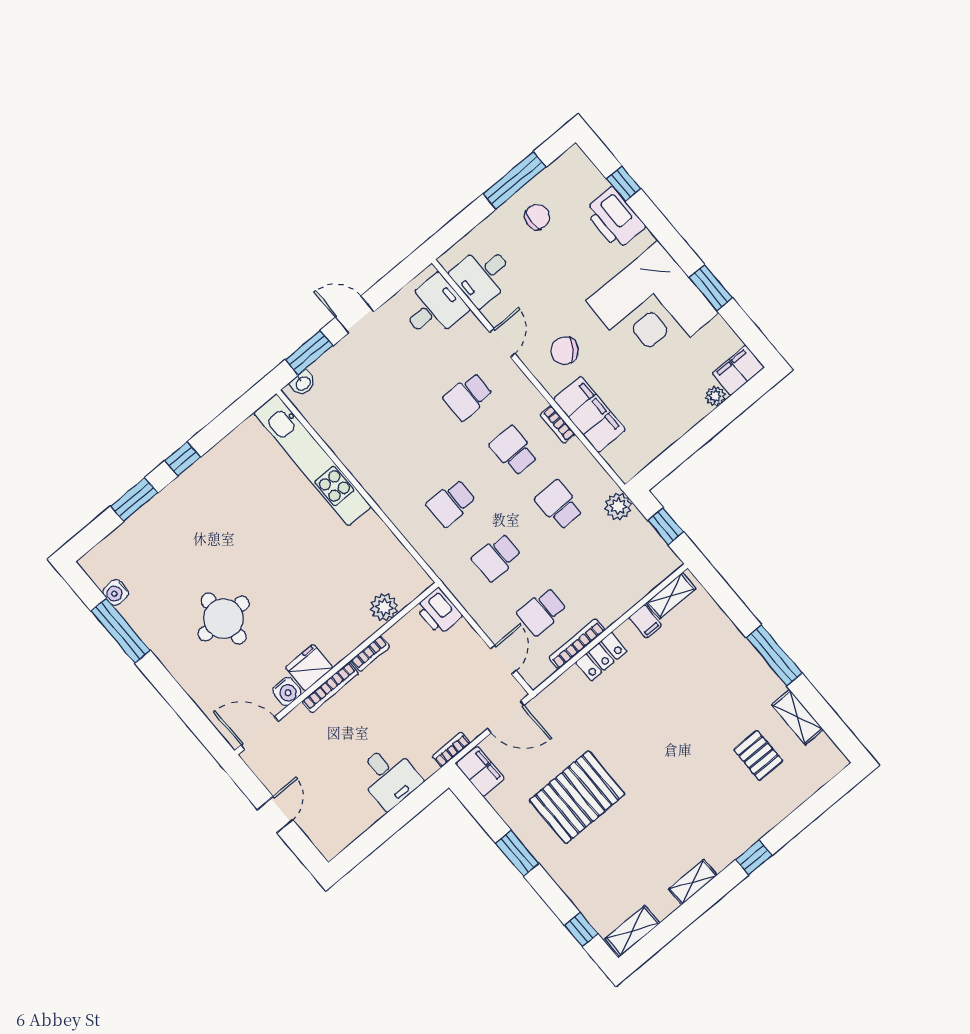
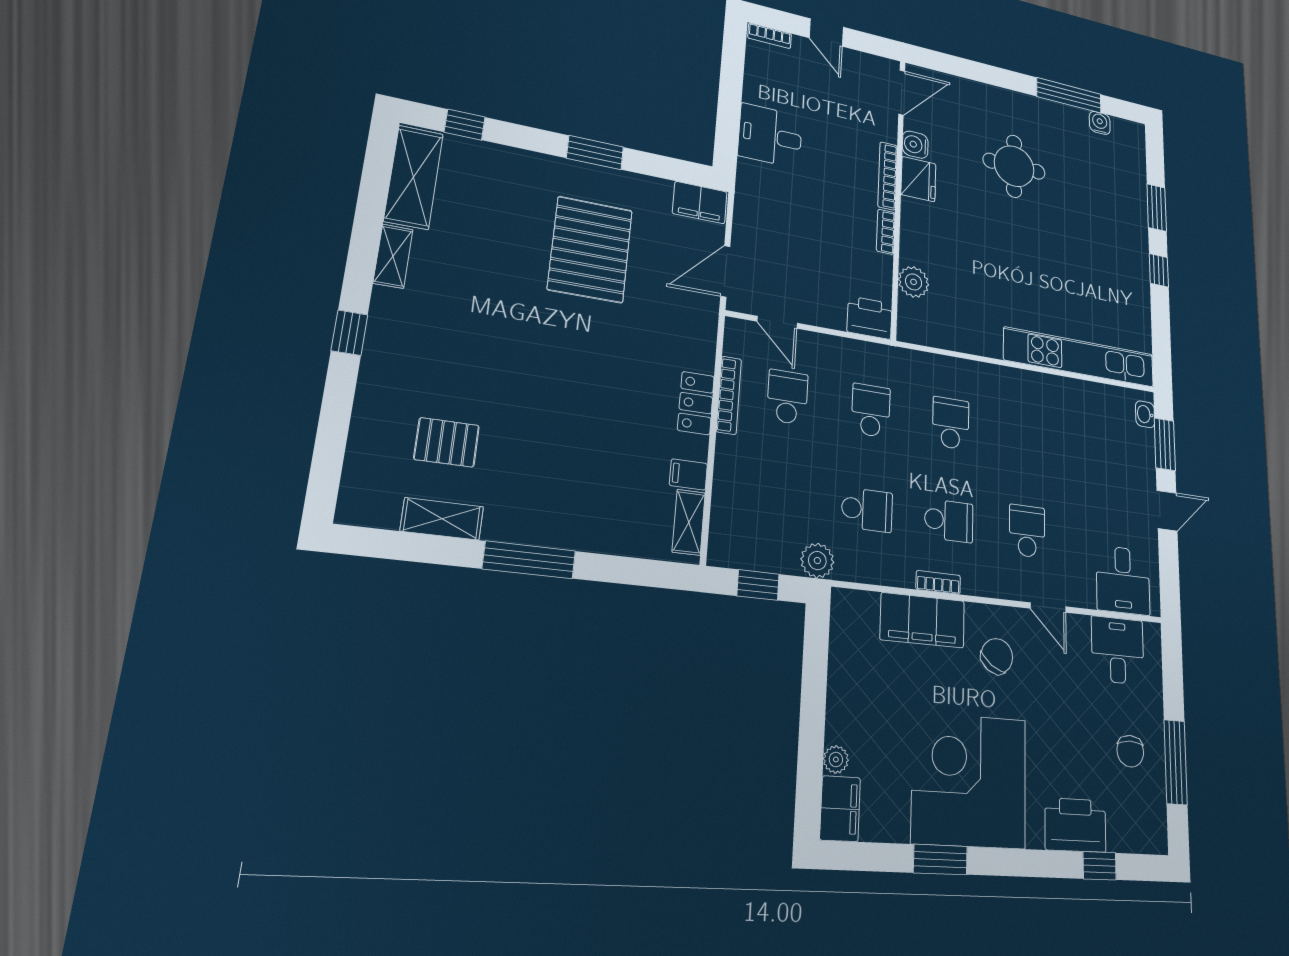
bookcase: (451, 750) -> (770, 36), moved, turned 90
shelving: (632, 931) -> (414, 177), width x1.50, depth x1.33

